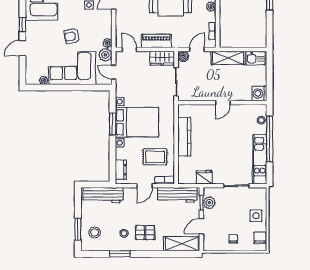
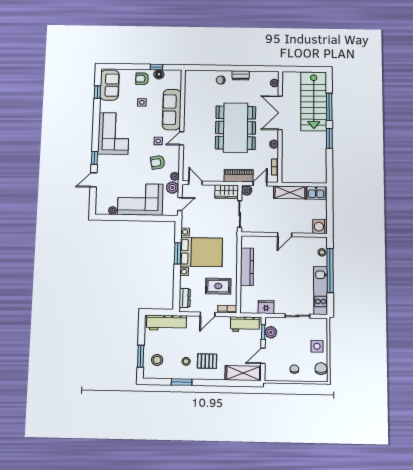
armchair: (72, 36) -> (158, 162), moved
piano: (156, 41) -> (239, 176), moved
door: (114, 72) -> (180, 204), swing flipped
workbench: (177, 195) -> (245, 324), width x0.73

